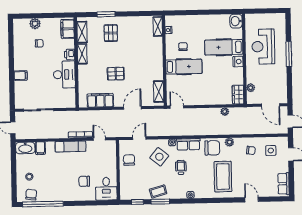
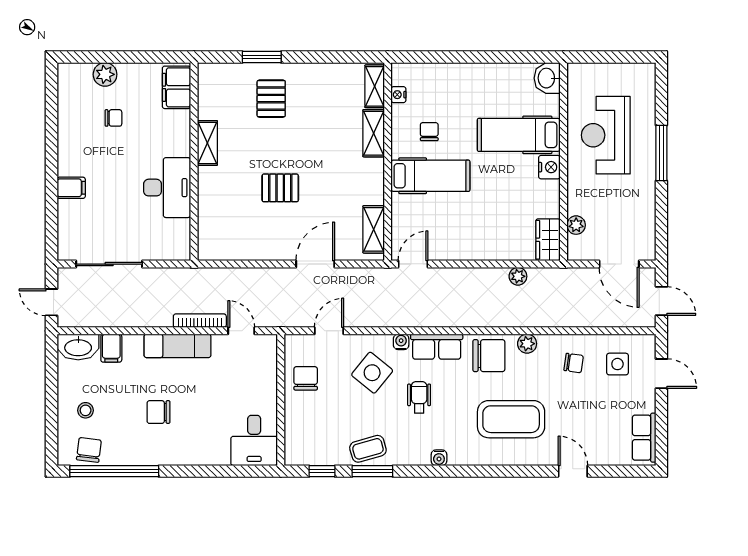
shelving: (82, 32) -> (374, 133), moved
printer: (70, 55) -> (180, 144), removed
filing cabinet: (100, 100) -> (245, 246), removed
door: (177, 107) -> (413, 264), hinge flipped
coffee table: (223, 177) -> (511, 419), turned 90
chair: (84, 181) -> (158, 412), moved

